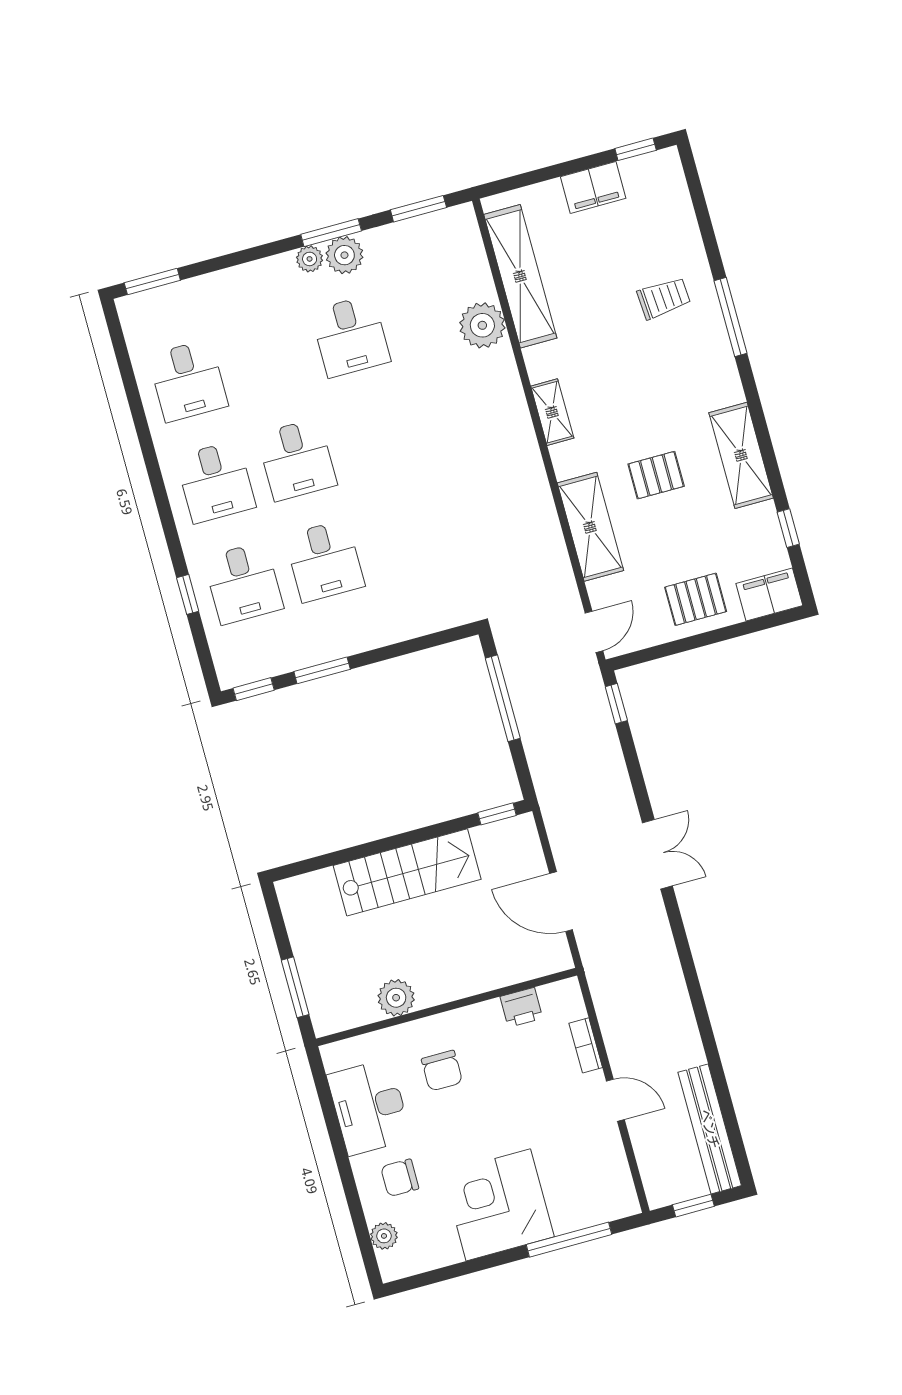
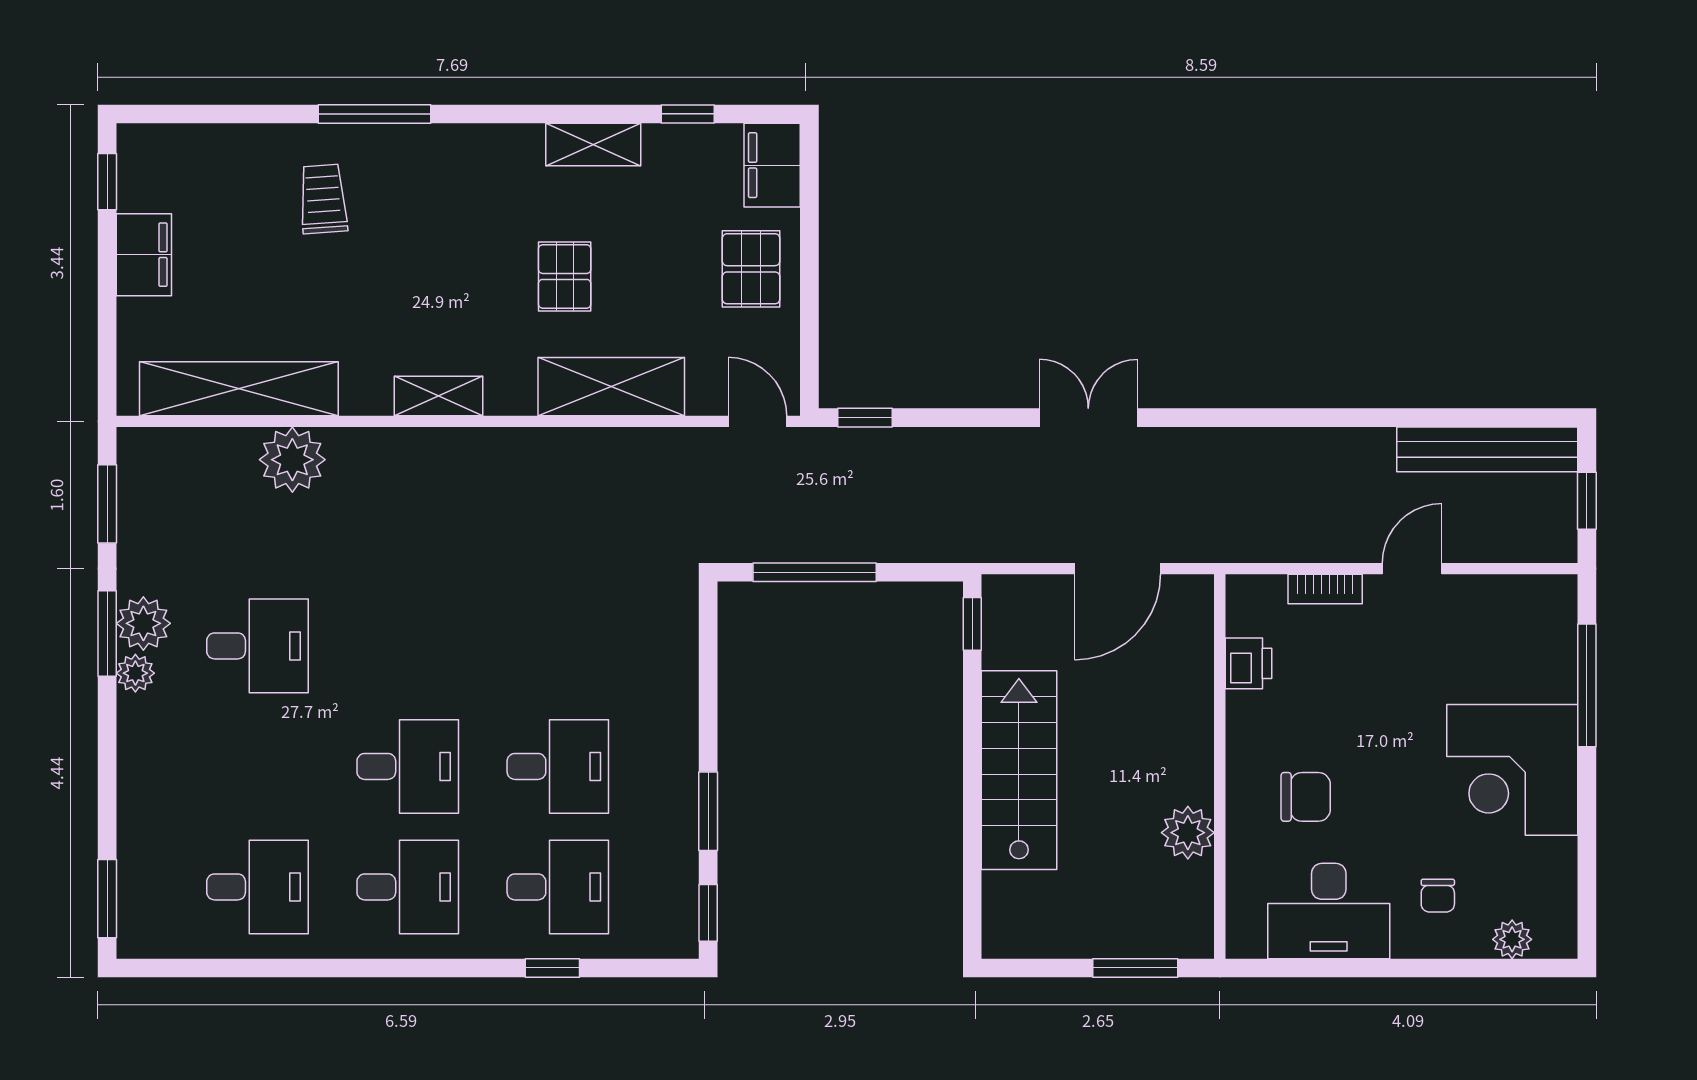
shelving: (741, 455) -> (593, 145), width x0.67, depth x0.75
chair: (400, 1178) -> (1438, 896), width x0.73, depth x0.73

